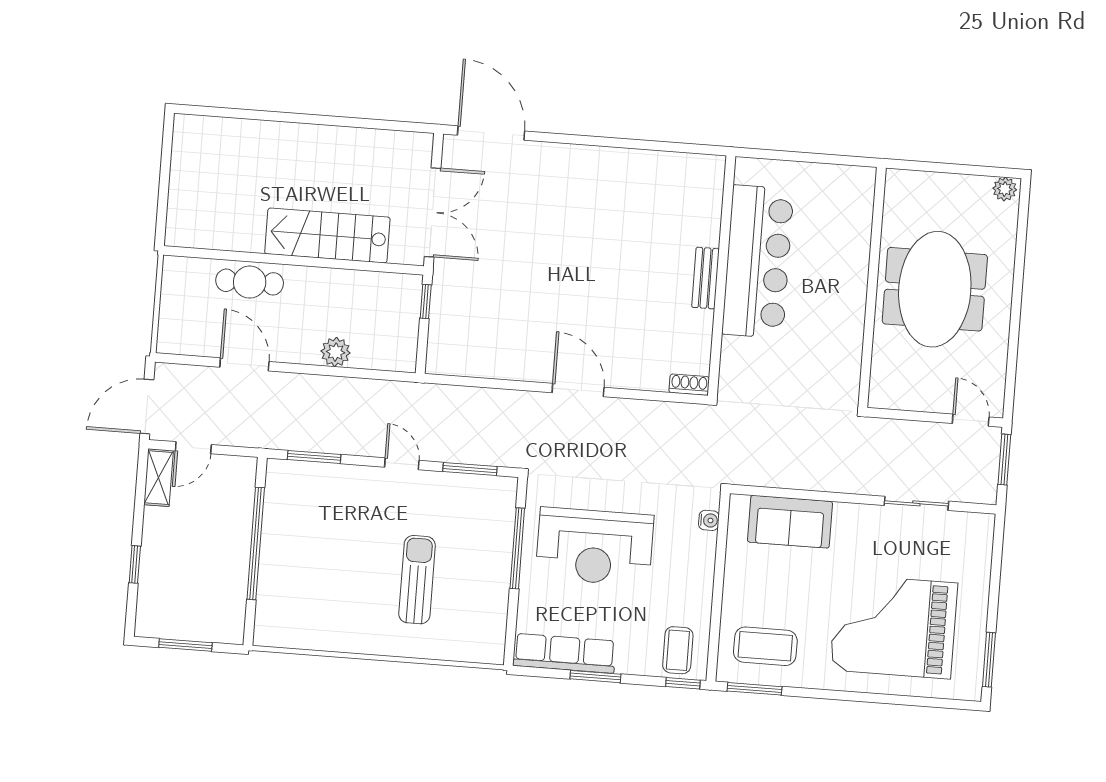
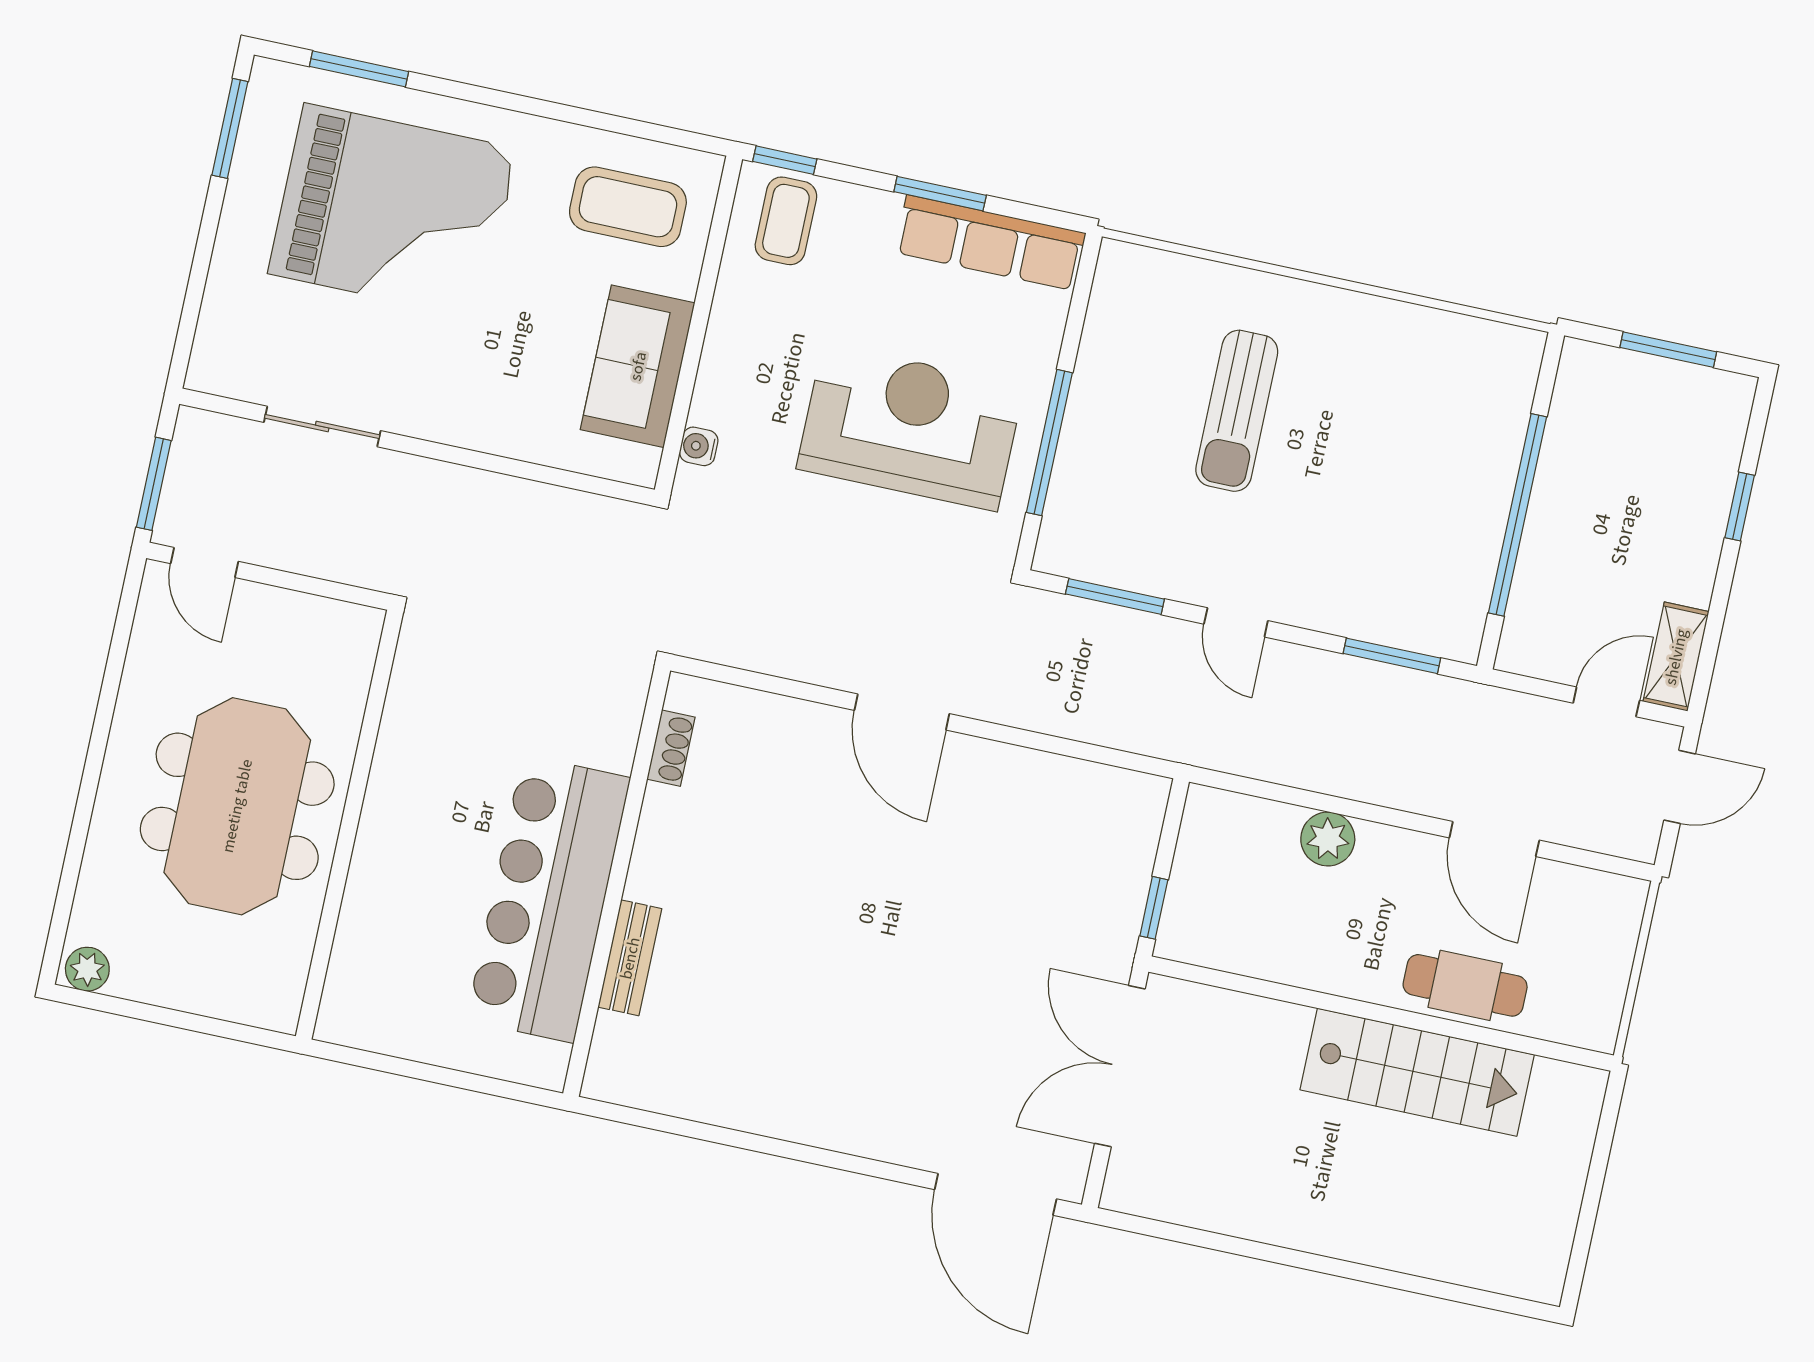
stairs: (327, 235) -> (1417, 1072), moved
bench: (705, 278) -> (630, 958), moved
shoe rack: (689, 385) -> (671, 748), moved, turned -90
door: (147, 407) -> (1680, 787), width x0.73
sofa: (790, 522) -> (638, 366), moved, turned -90
window: (754, 689) -> (359, 69), moved

